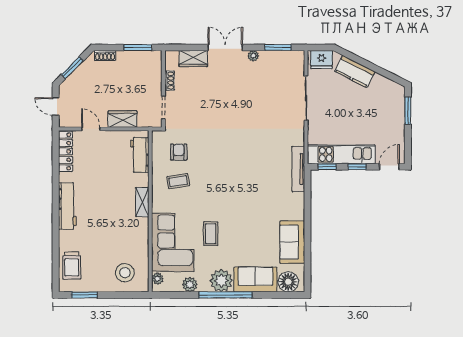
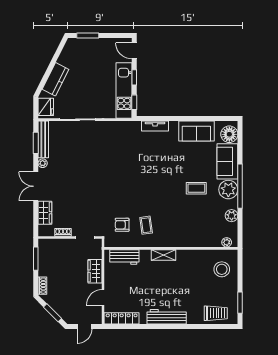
bench: (282, 57) -> (43, 139), added
tv unit: (298, 169) -> (155, 126), moved, width x0.71
coffee table: (211, 234) -> (196, 188), moved
corner sofa: (173, 242) -> (197, 230), removed

